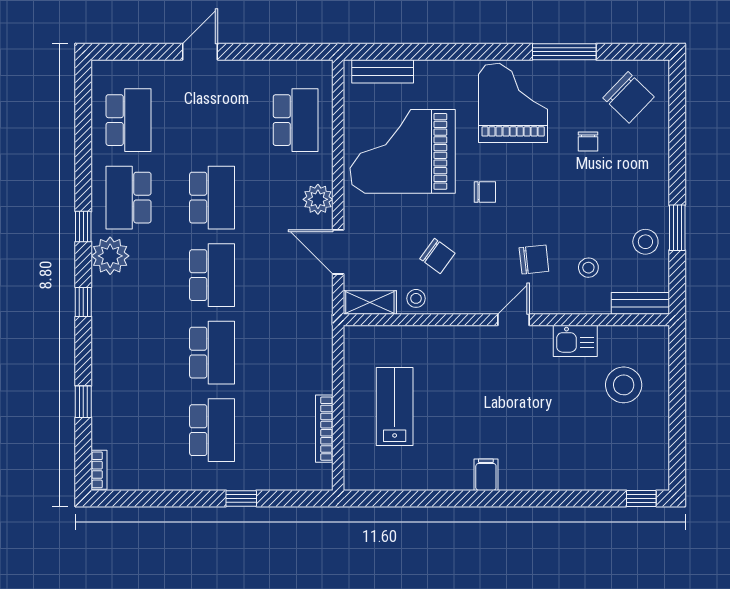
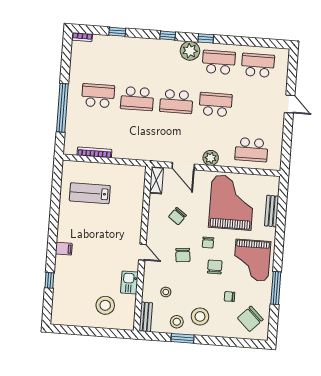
bench: (383, 71) -> (272, 211), moved
grand piano: (513, 103) -> (252, 260), turned 90
school desk: (129, 120) -> (258, 65), turned 180
chair: (532, 175) -> (215, 267), added
school desk: (212, 198) -> (215, 104), turned 180
door: (338, 252) -> (183, 166), swing flipped
chair: (534, 260) -> (183, 255), moved
stool: (416, 298) -> (200, 316), moved, width x1.89, depth x1.89
lab bench: (395, 406) -> (90, 193), moved, turned 180
school desk: (212, 430) -> (98, 96), turned 180
filing cabinet: (486, 475) -> (64, 249), moved
window: (241, 498) -> (62, 108), width x3.17
window: (641, 498) -> (49, 280), moved

